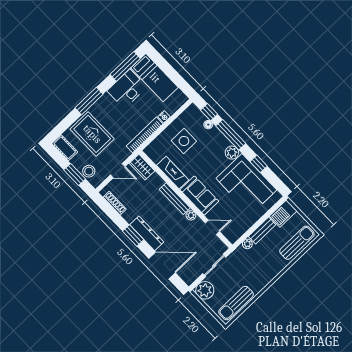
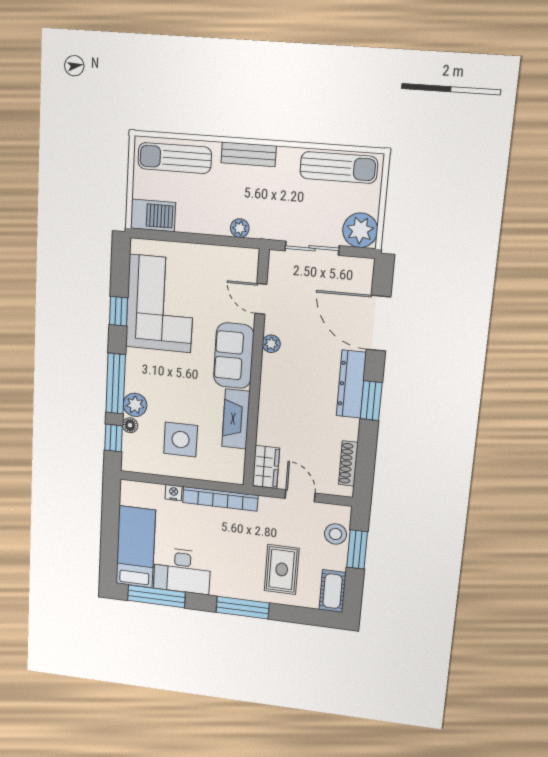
rug: (92, 134) -> (282, 569), width x0.73, depth x0.70
plant: (232, 153) -> (135, 405), moved
bench: (175, 199) -> (268, 386), removed
bench: (262, 231) -> (249, 154), moved

